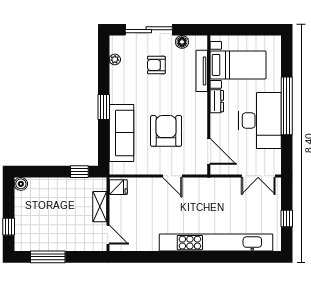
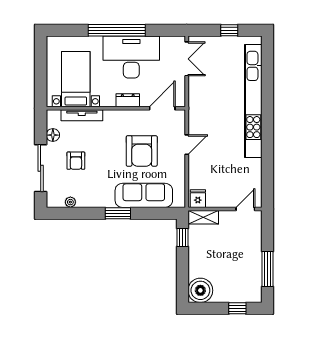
dresser: (217, 101) -> (128, 100), moved
armchair: (166, 131) -> (142, 151), turned -90
boiler: (21, 184) -> (200, 290), width x1.86, depth x1.86
shelving: (100, 207) -> (203, 217), moved

